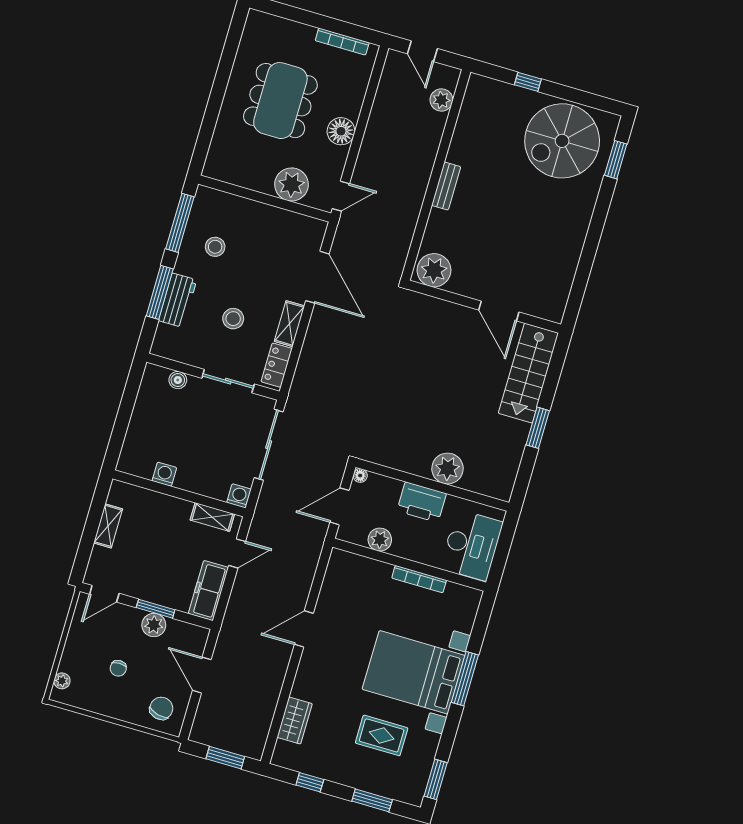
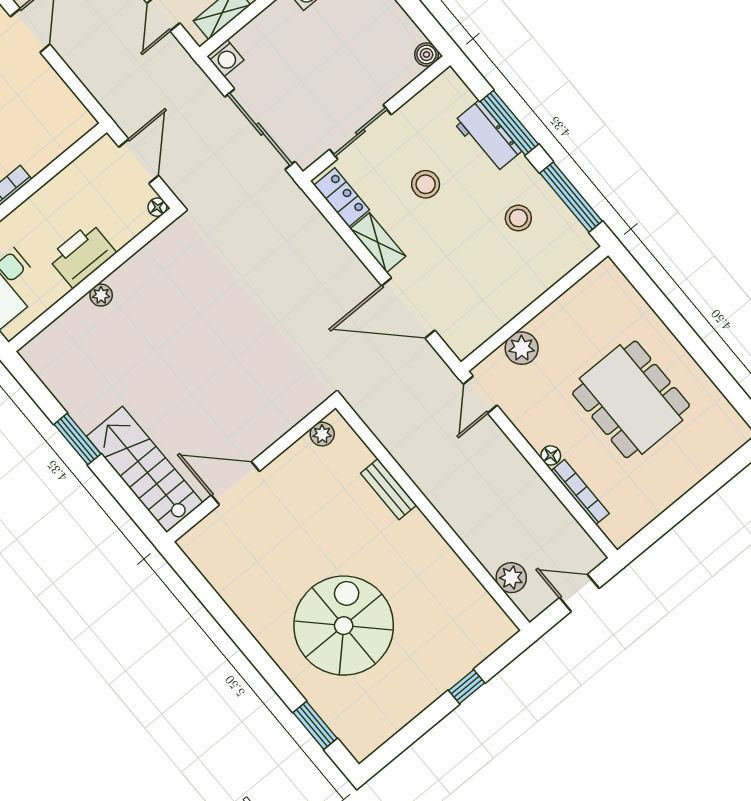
bookcase: (342, 42) -> (580, 492), moved, turned 90
floor lamp: (341, 131) -> (551, 455), width x0.53, depth x0.53
spiral stairs: (562, 141) -> (344, 626), moved
plant: (291, 185) -> (522, 348), width x0.73, depth x0.73
bench: (446, 186) -> (389, 489), moved
plant: (434, 270) -> (322, 434), width x0.53, depth x0.53
boiler: (178, 380) -> (426, 54), moved
plant: (447, 469) -> (101, 295), width x0.53, depth x0.53
plant: (380, 540) -> (72, 181), removed

